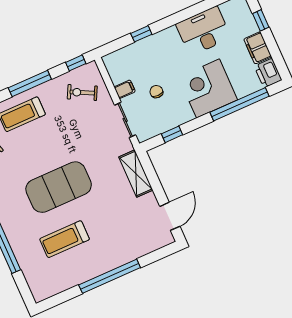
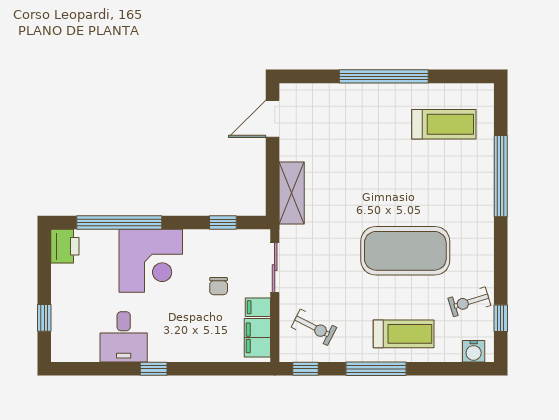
desk: (203, 31) -> (124, 337), width x0.73
window: (141, 34) -> (154, 369), moved
filing cabinet: (258, 48) -> (257, 338), moved, turned 180
exercise mat: (59, 187) -> (405, 251), moved
treadmill: (65, 239) -> (444, 124), moved

